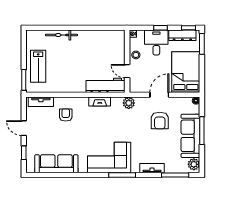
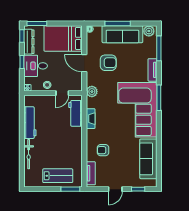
workbench: (95, 36) -> (30, 123), added
workbench: (105, 85) -> (76, 113), width x0.73
corner sofa: (109, 157) -> (137, 110), width x1.36, depth x1.36

